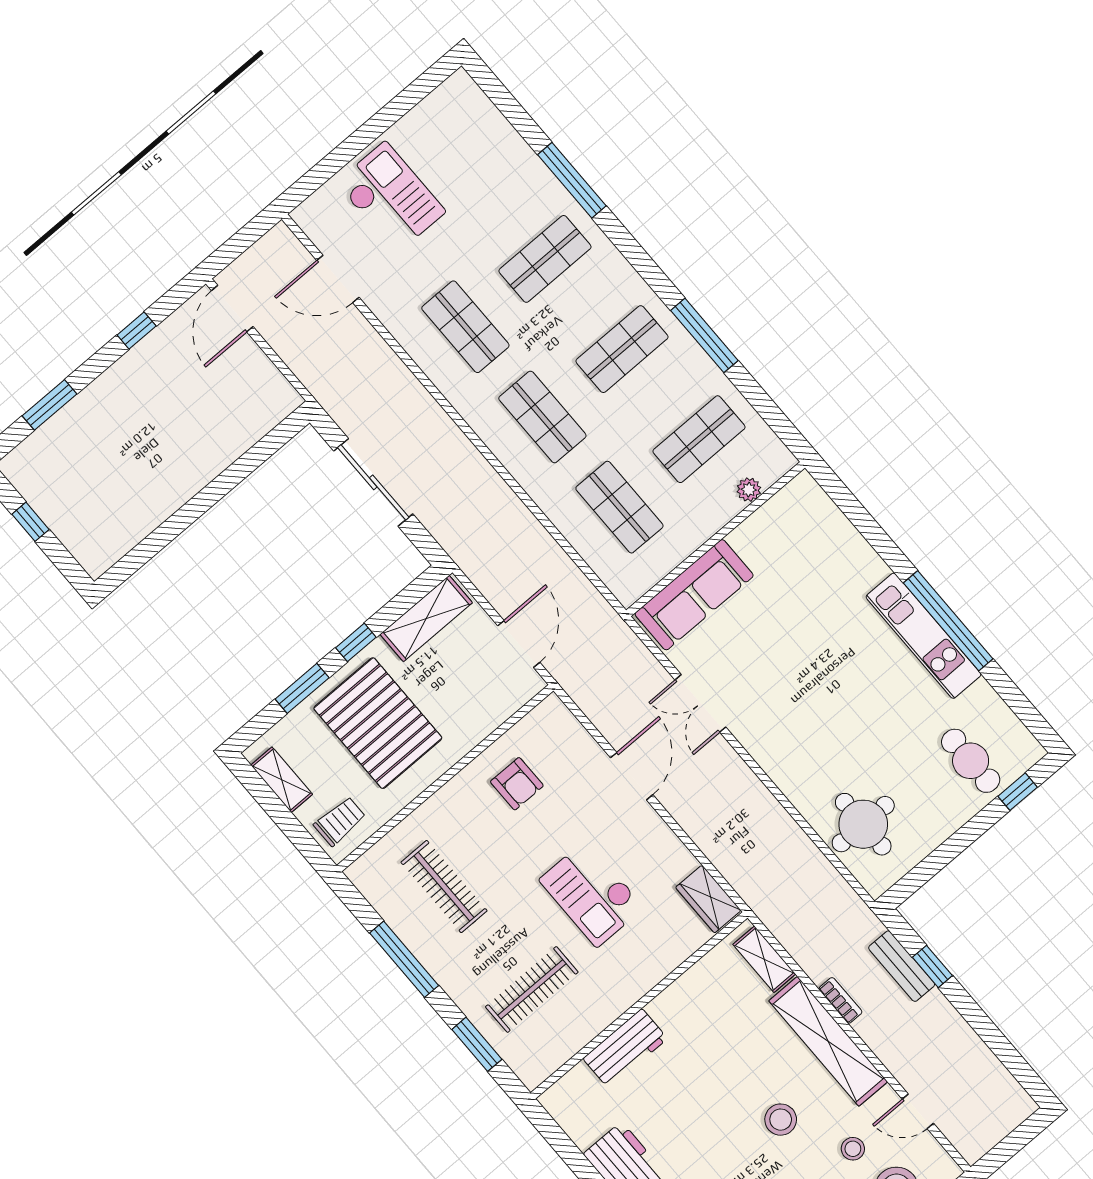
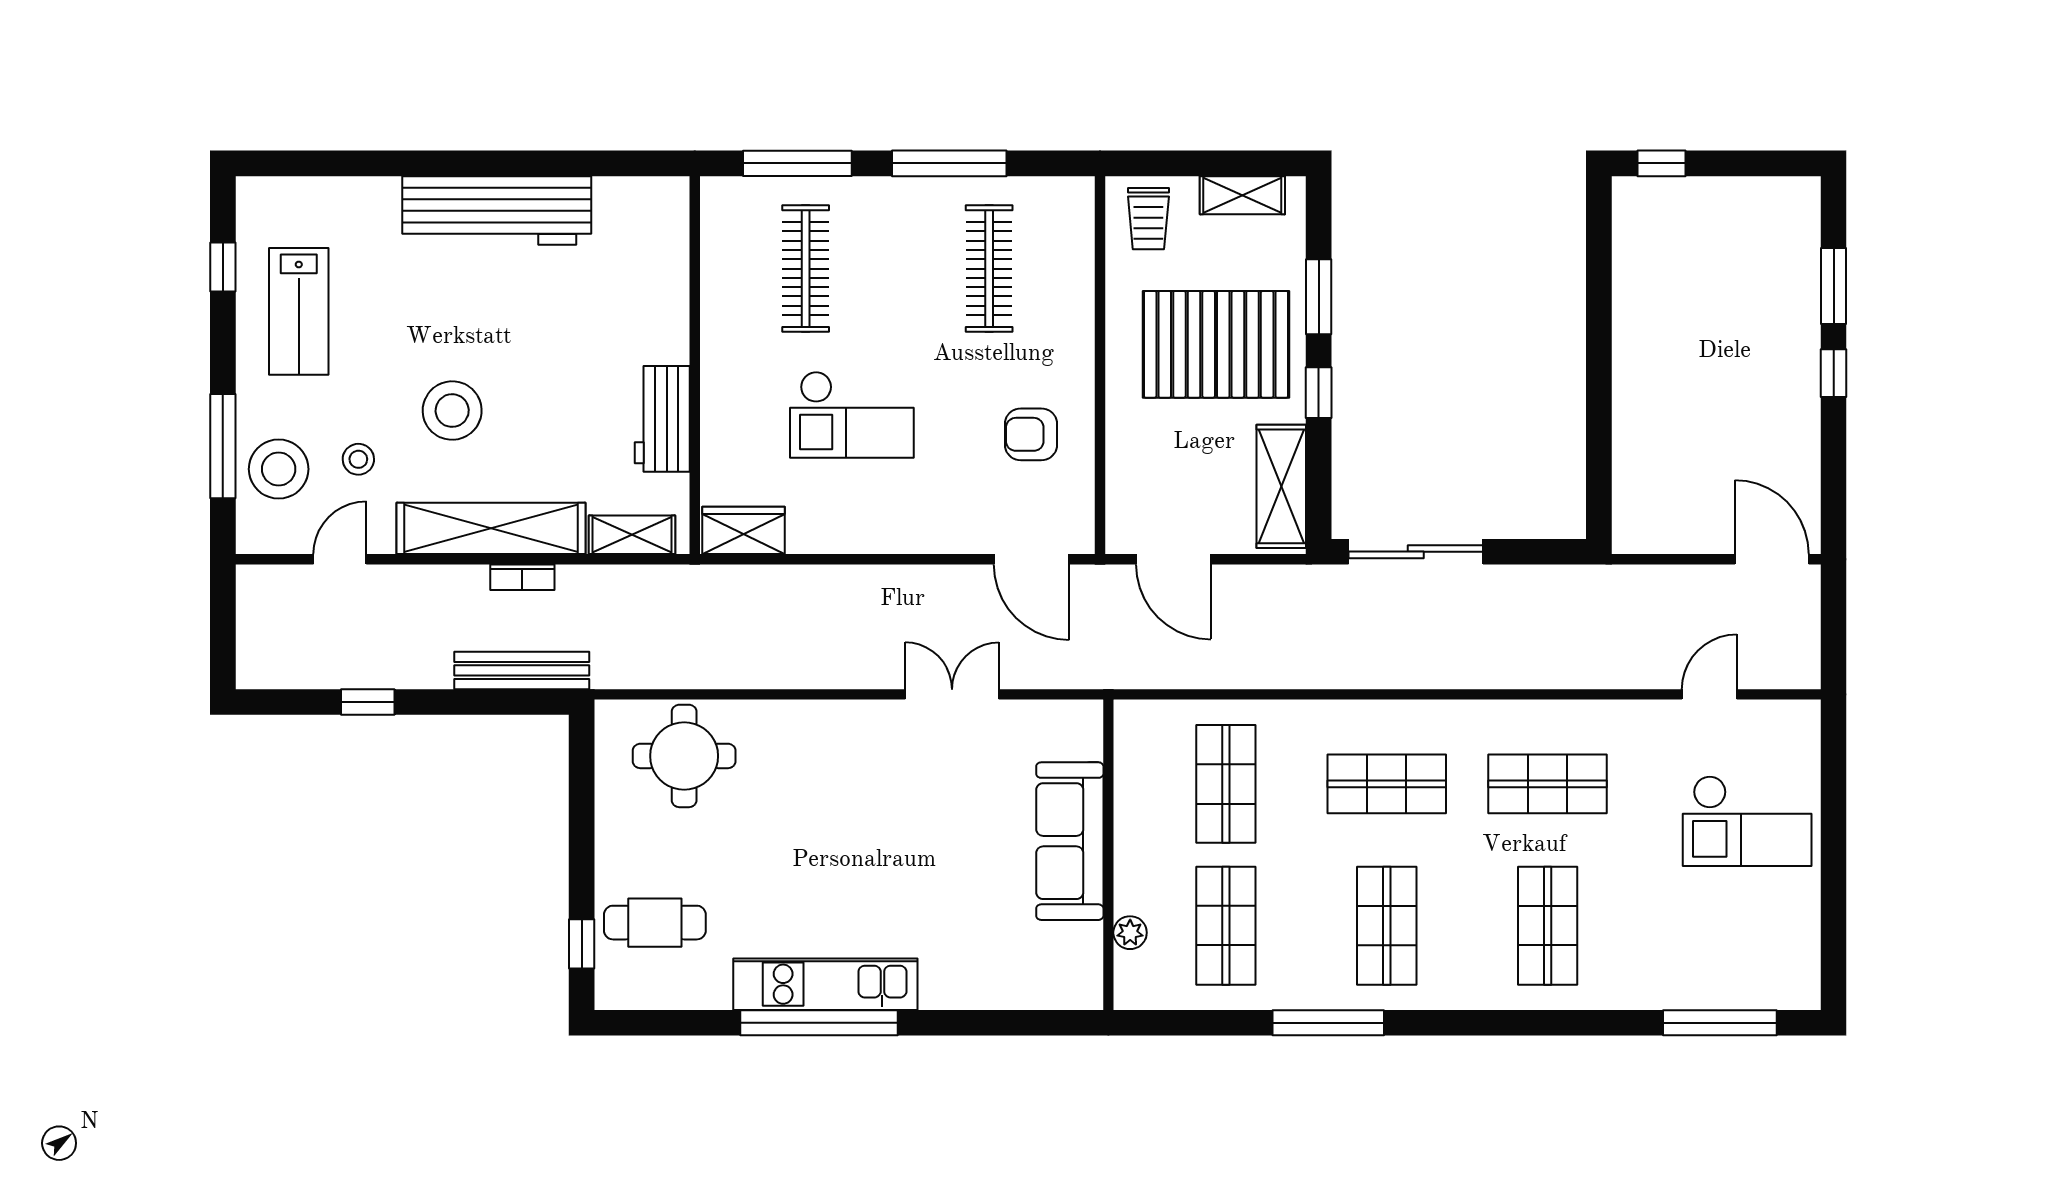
window: (572, 180) -> (1720, 1023), moved
door: (338, 279) -> (1709, 694), width x0.73
window: (137, 331) -> (1834, 373), moved
sliding door: (373, 482) -> (1416, 552), moved
shop shelf: (619, 507) -> (1226, 784), turned 90
window: (31, 522) -> (1661, 163), moved
sofa: (694, 595) -> (1070, 841), moved
door: (632, 776) -> (1031, 559), moved
clothes rail: (444, 887) -> (989, 269), turned 90
checkout: (592, 894) -> (852, 415), turned 180
bench: (902, 966) -> (522, 670), width x1.36
window: (932, 966) -> (368, 702), moved
window: (477, 1044) -> (797, 163), width x1.44
workbench: (625, 1049) -> (662, 419), moved
stool: (781, 1120) -> (452, 411), width x1.38, depth x1.38

